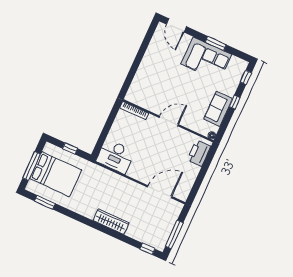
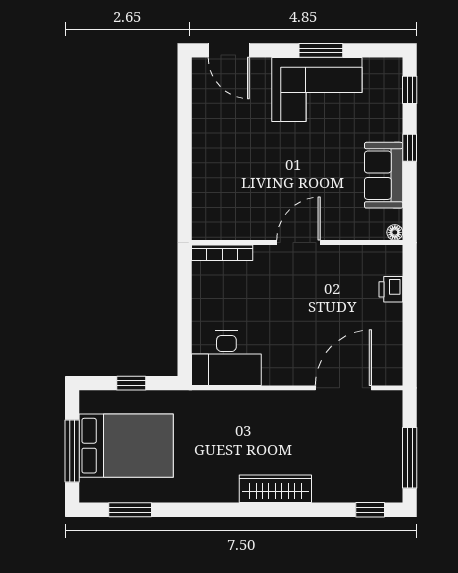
printer: (199, 153) -> (391, 289), width x0.53, depth x0.68

